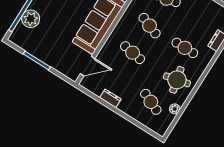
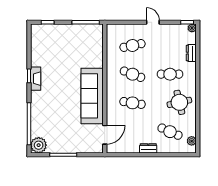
plant: (31, 19) -> (39, 145), moved
dresser: (110, 98) -> (148, 148), moved
plant: (175, 109) -> (192, 141), moved

